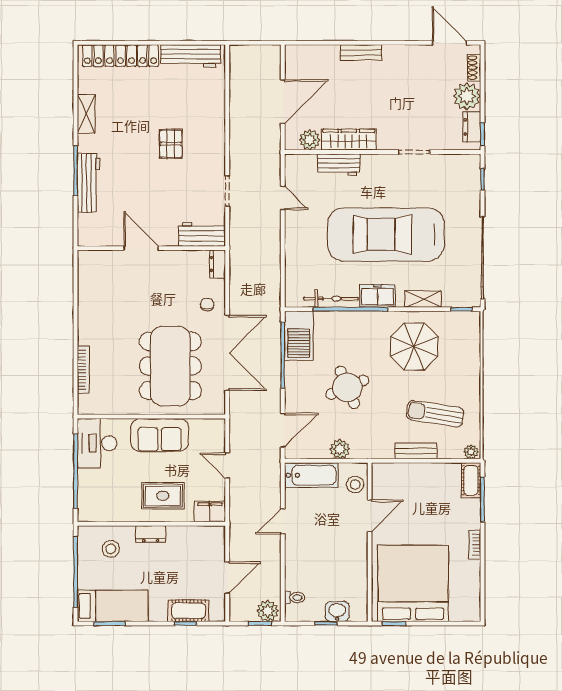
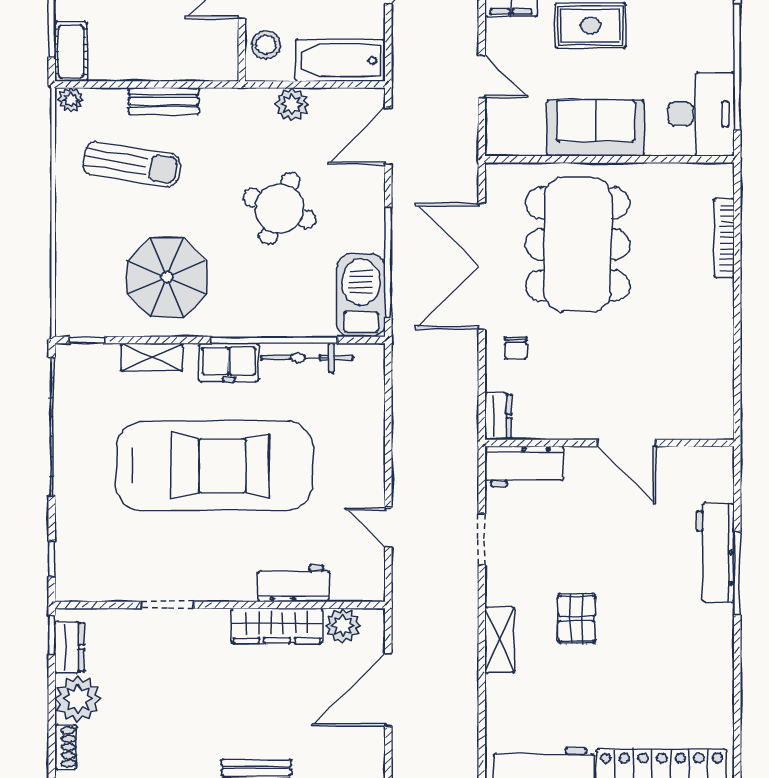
shelving: (86, 114) -> (500, 640), moved
round table: (347, 387) -> (279, 208), turned 45

